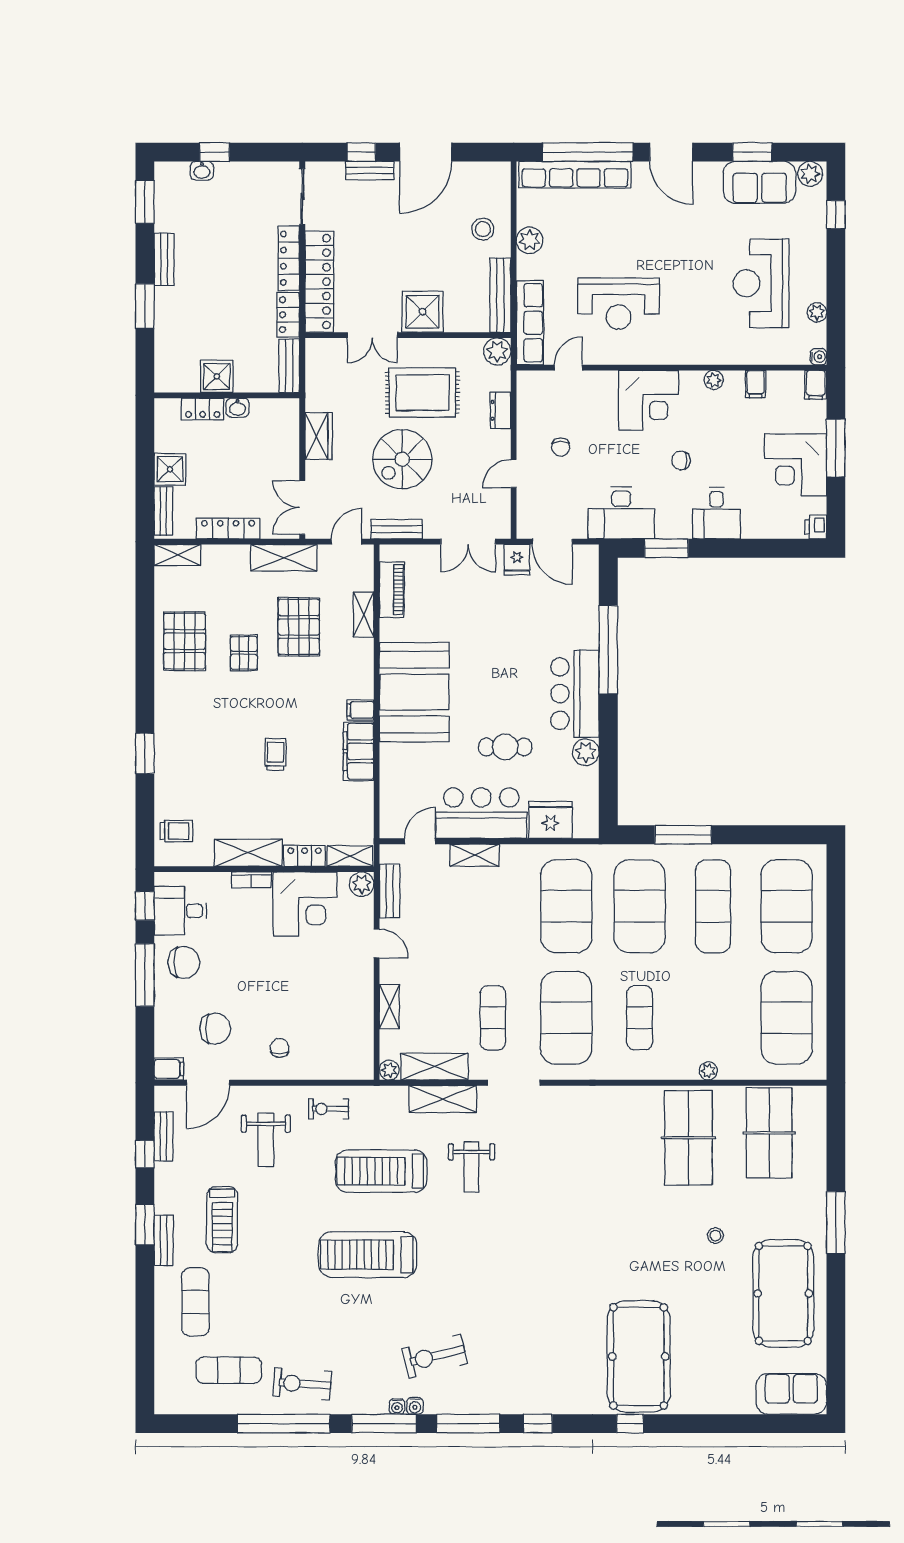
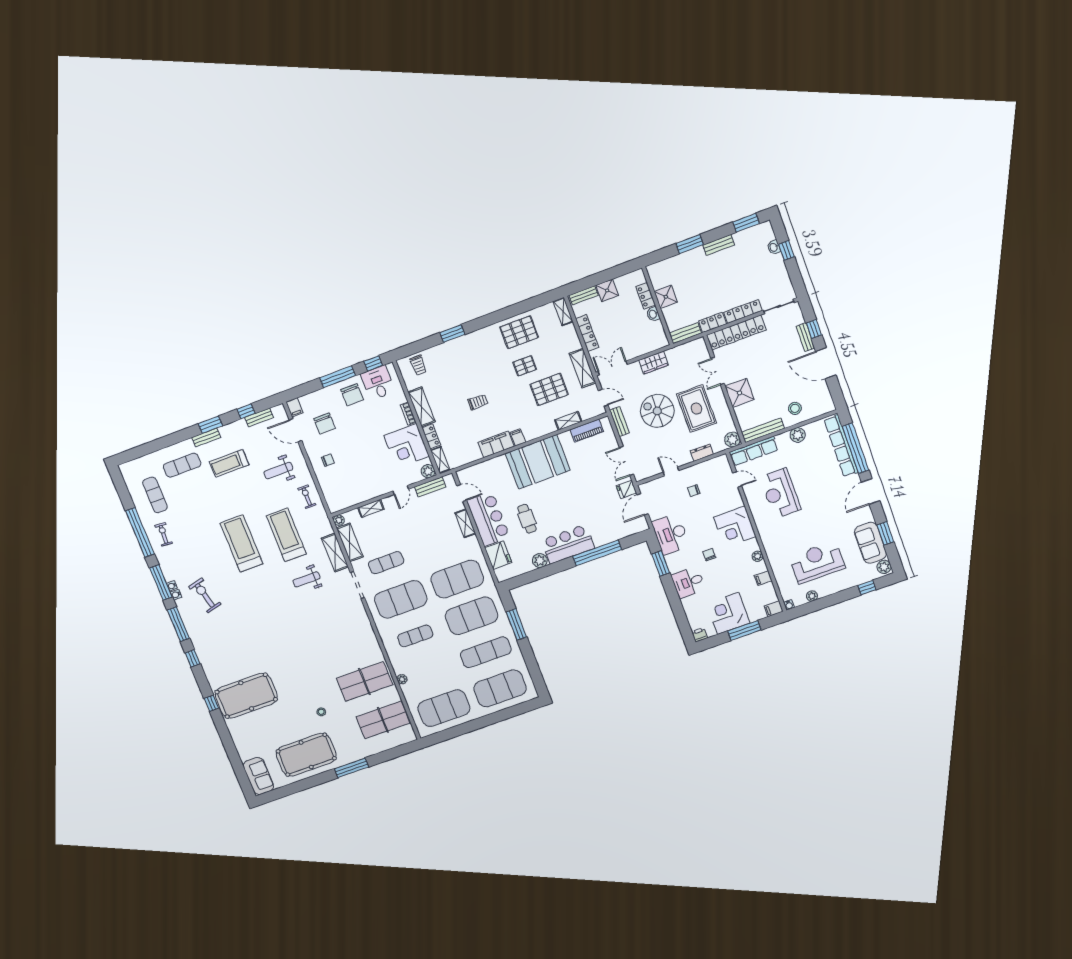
exercise bike: (302, 1384) -> (164, 534), width x0.73, depth x0.72

